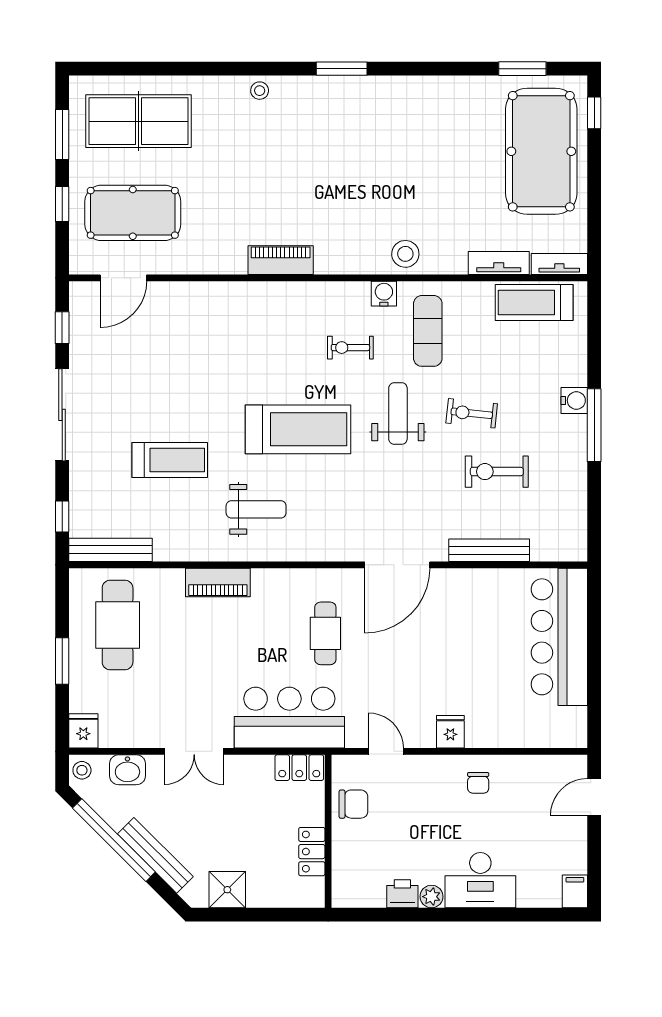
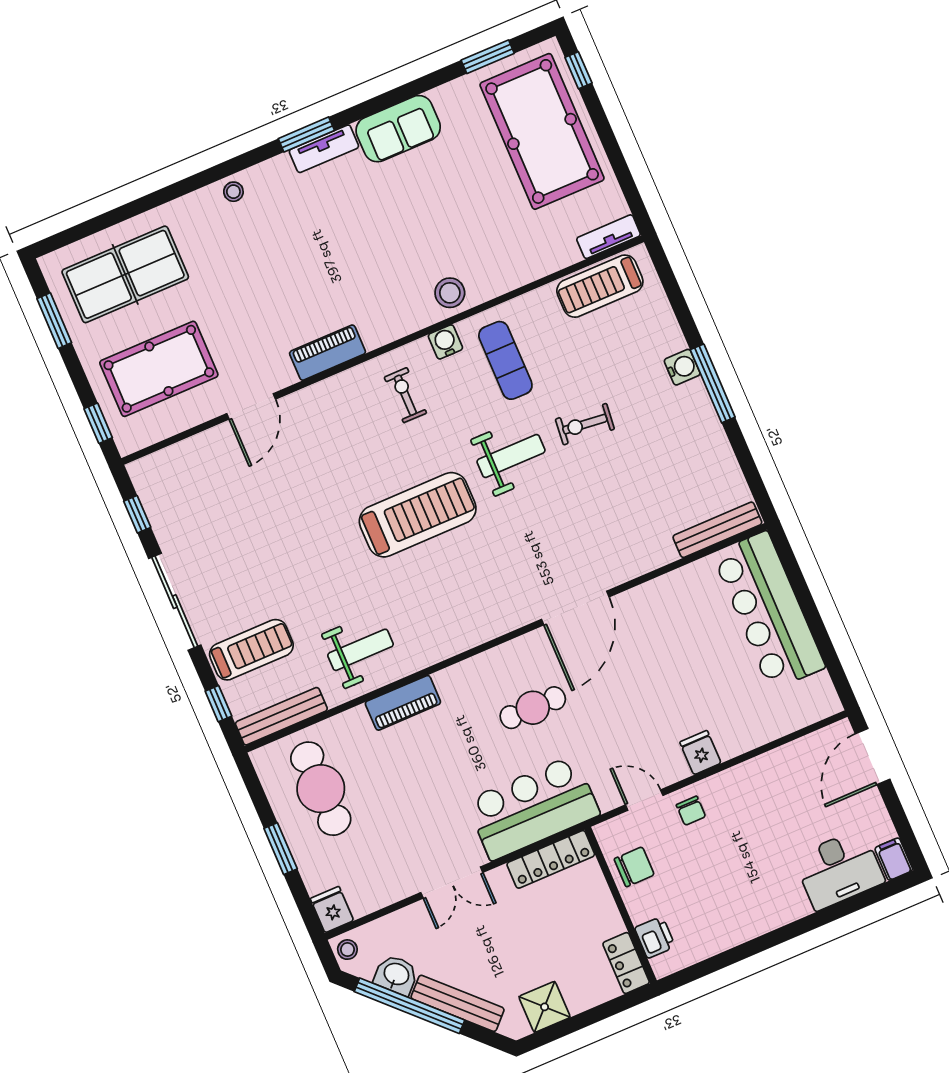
sofa: (421, 97) -> (398, 129), added
window: (62, 204) -> (98, 423), moved
tv unit: (499, 263) -> (324, 149), moved, turned 180
door: (123, 278) -> (251, 406), moved
exercise bike: (350, 348) -> (405, 395), moved, turned 90
weight bench: (398, 414) -> (511, 456), turned 90
treadmill: (170, 460) -> (251, 650), moved
exercise bike: (497, 472) -> (635, 472), removed
weight bench: (256, 509) -> (360, 650), moved
bench: (489, 550) -> (717, 530), moved
cafe table: (325, 633) -> (533, 708), turned 90
locker: (299, 768) -> (551, 859), width x1.53
washbasin: (127, 770) -> (396, 975), moved, turned -135
chair: (478, 783) -> (691, 811), moved
door: (594, 797) -> (873, 756), width x1.38
locker: (312, 852) -> (626, 963), moved
desk: (480, 880) -> (839, 869), moved
printer: (402, 894) -> (655, 937), moved, turned 90
plant: (431, 897) -> (752, 926), removed

